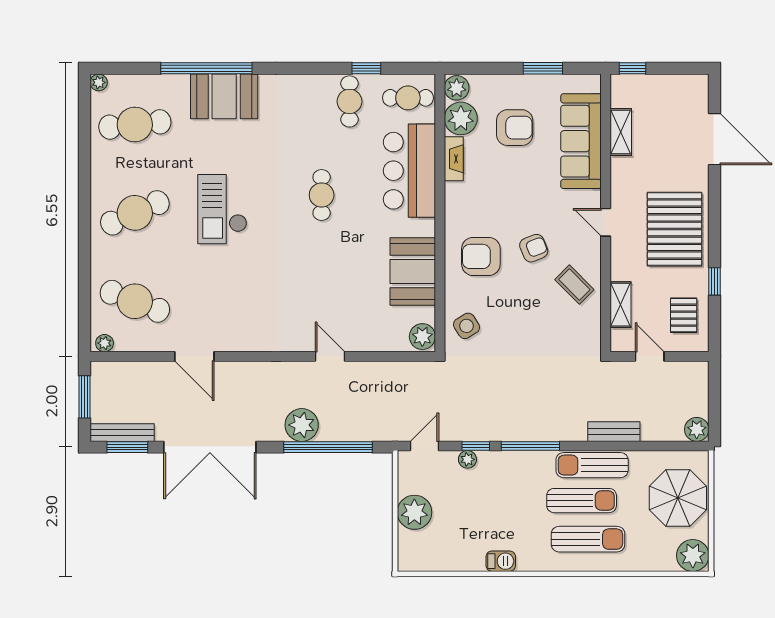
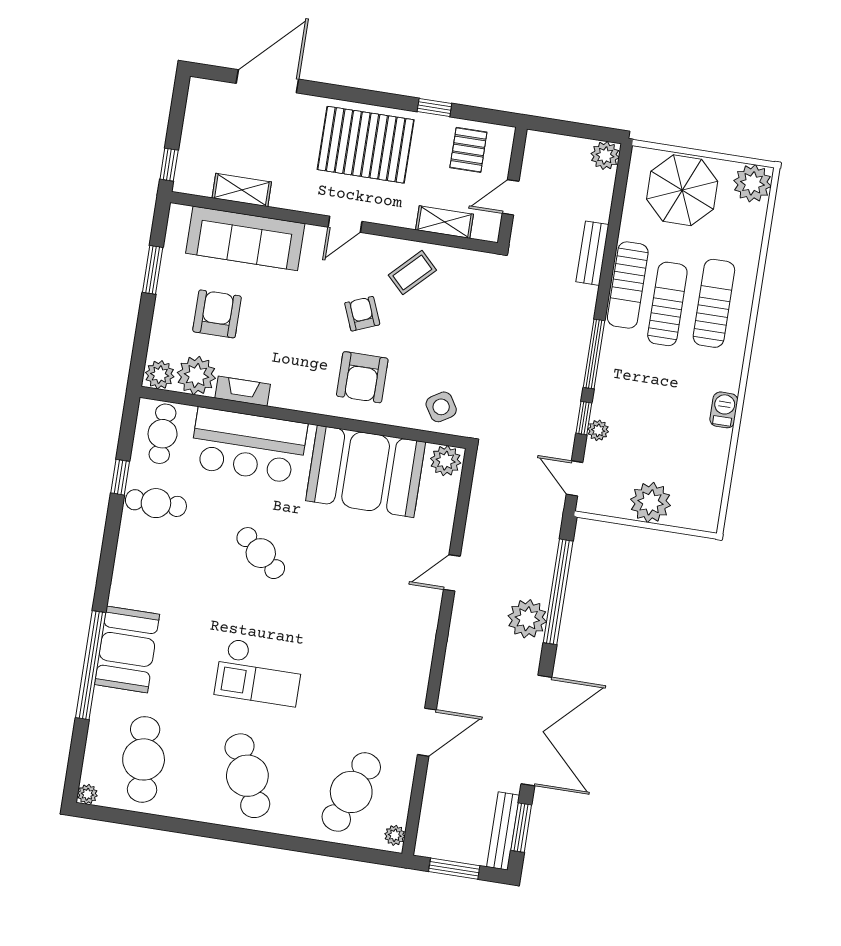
cafe table: (322, 195) -> (261, 553), turned 40
booth: (413, 272) -> (366, 471), width x1.36, depth x1.42
pallet: (684, 315) -> (468, 150), turned 90

